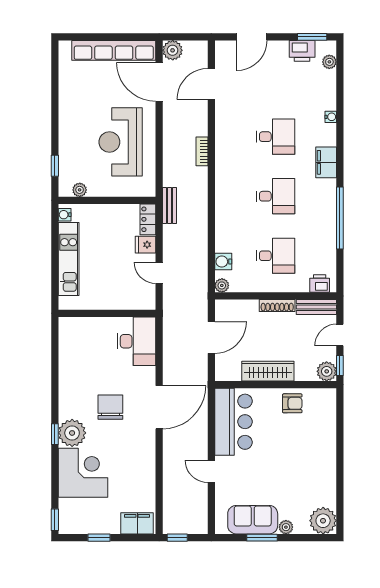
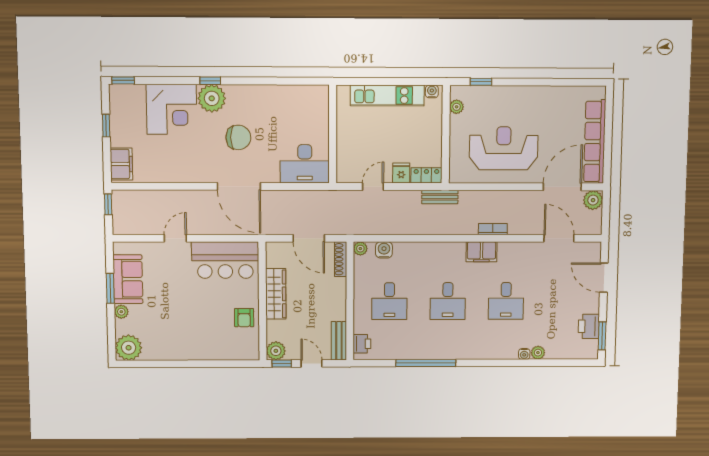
plant: (329, 62) -> (538, 353), moved
filing cabinet: (326, 162) -> (482, 252), moved, turned 180
shoe rack: (277, 305) -> (341, 259), moved

